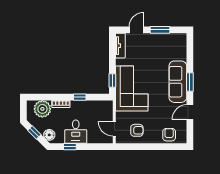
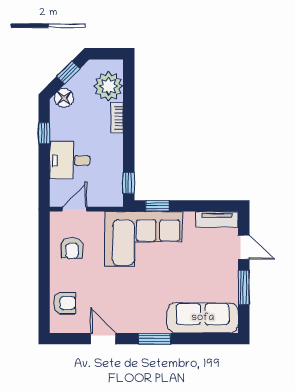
sofa: (178, 82) -> (203, 318), moved
window: (80, 97) -> (129, 183), moved
desk: (76, 132) -> (70, 160), moved

